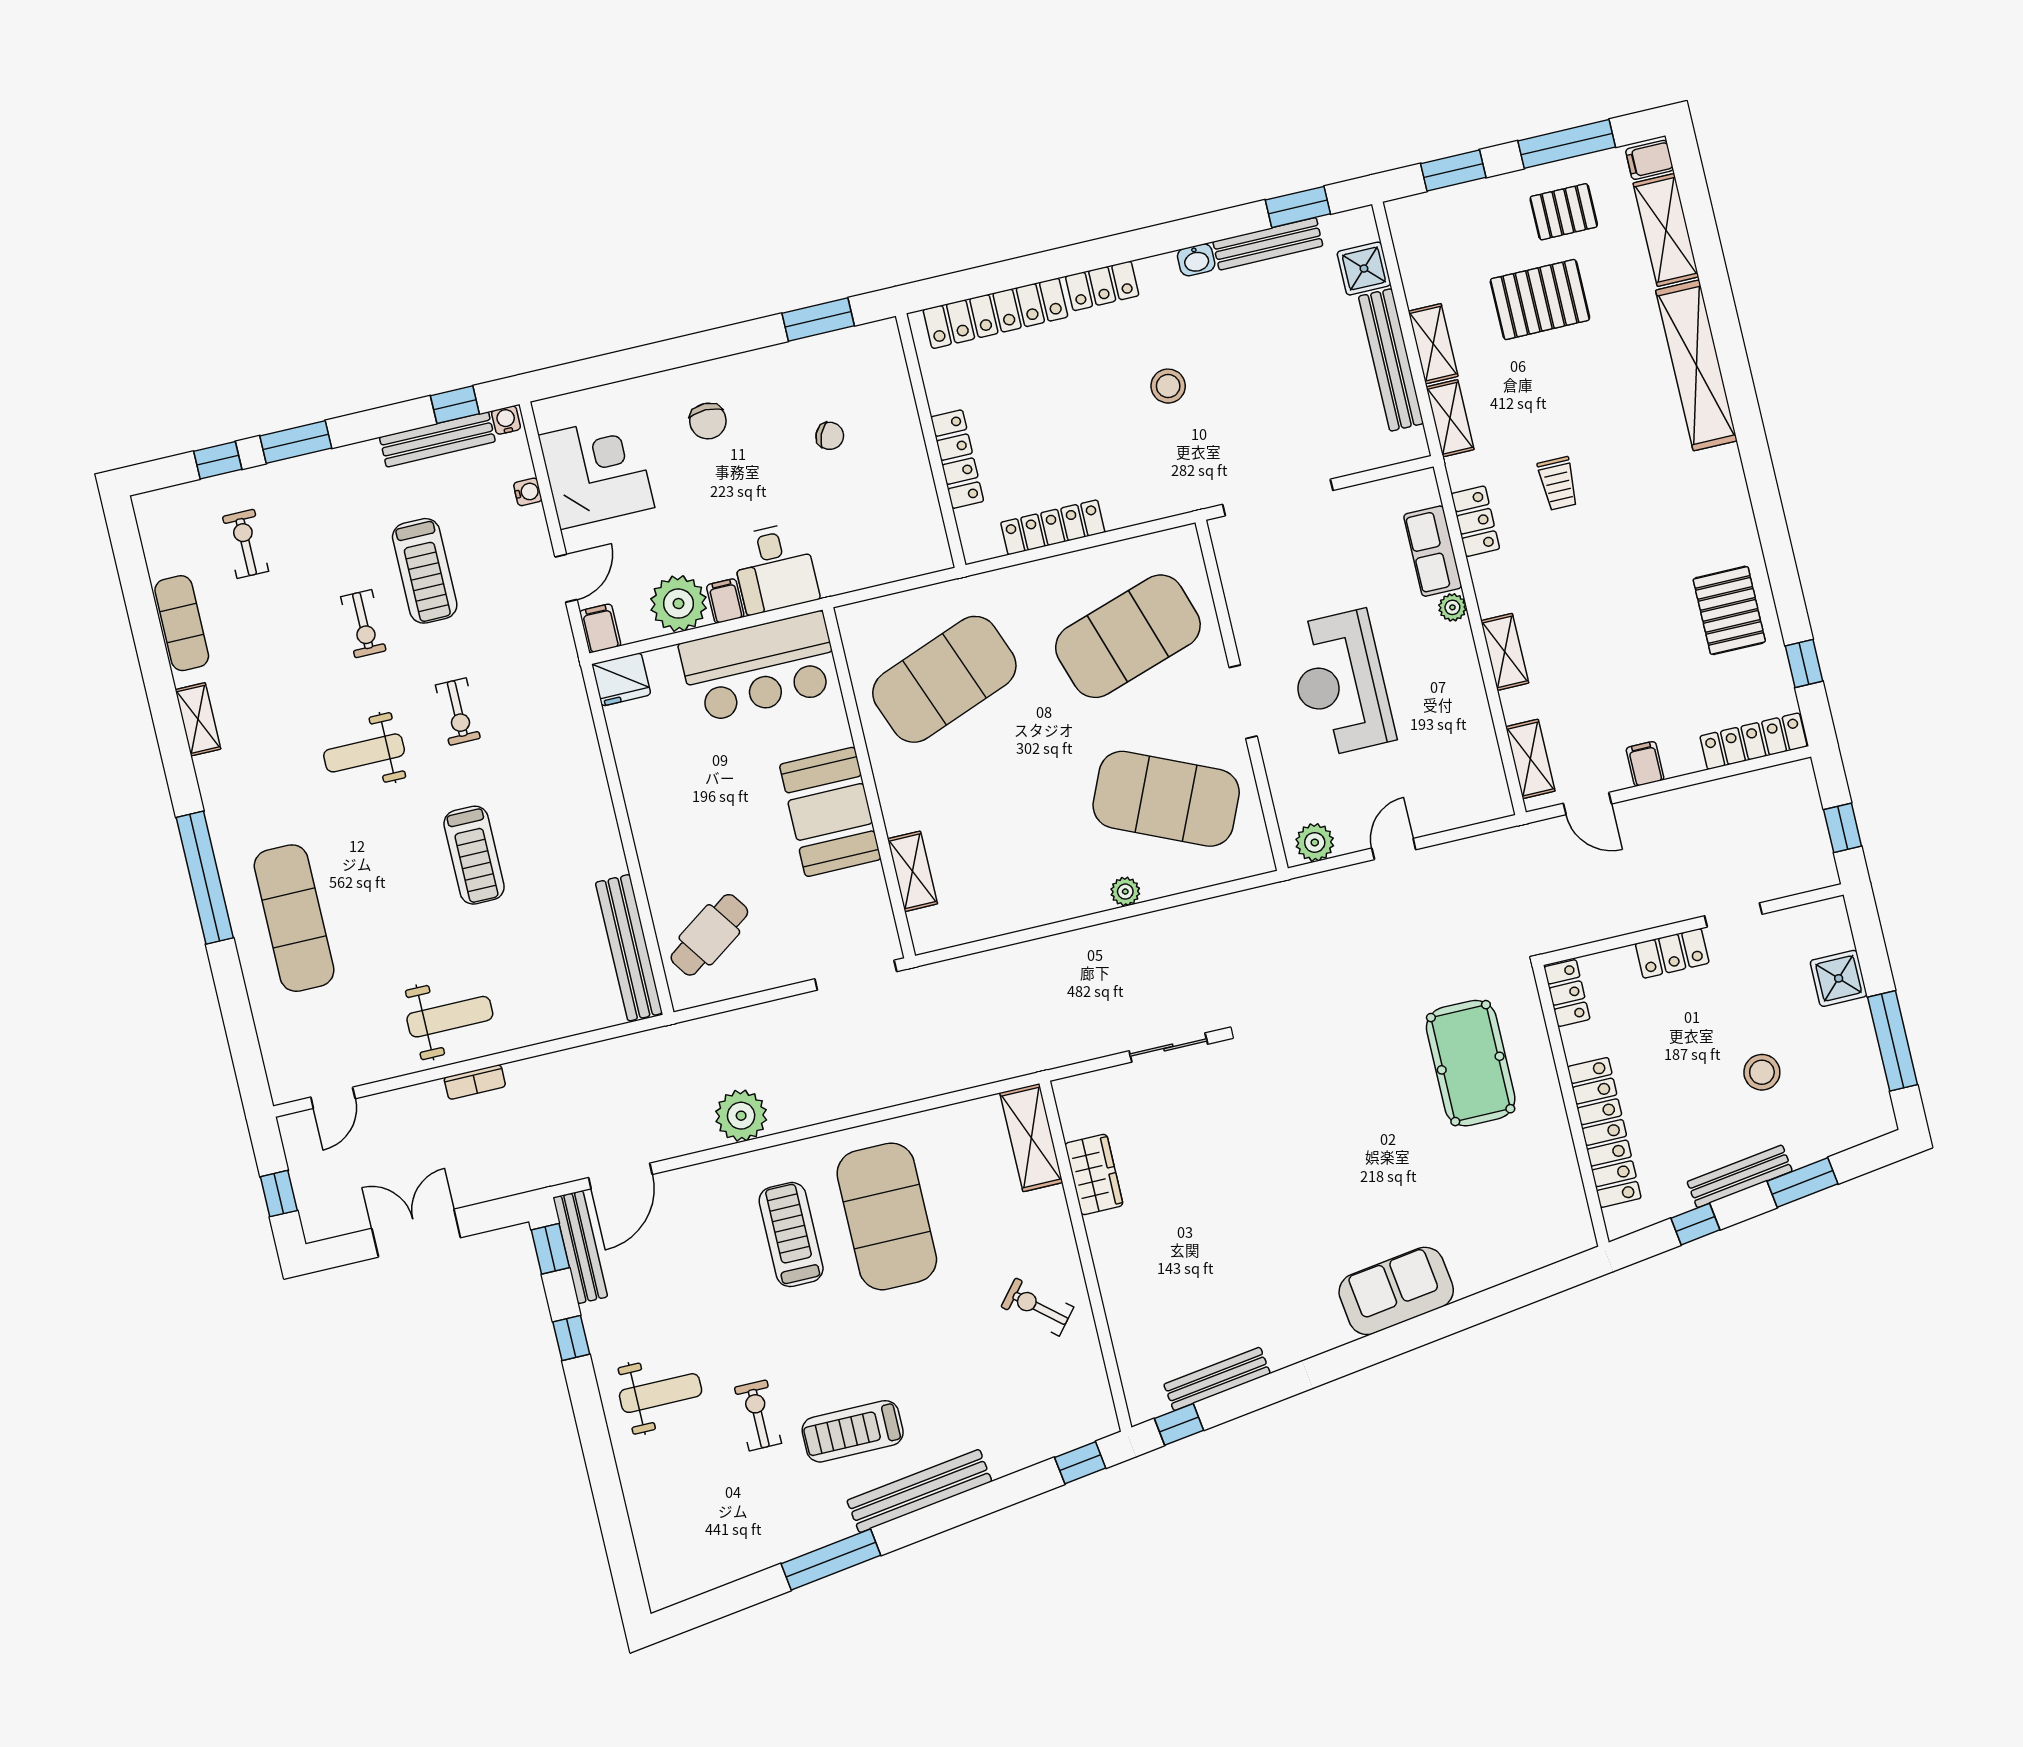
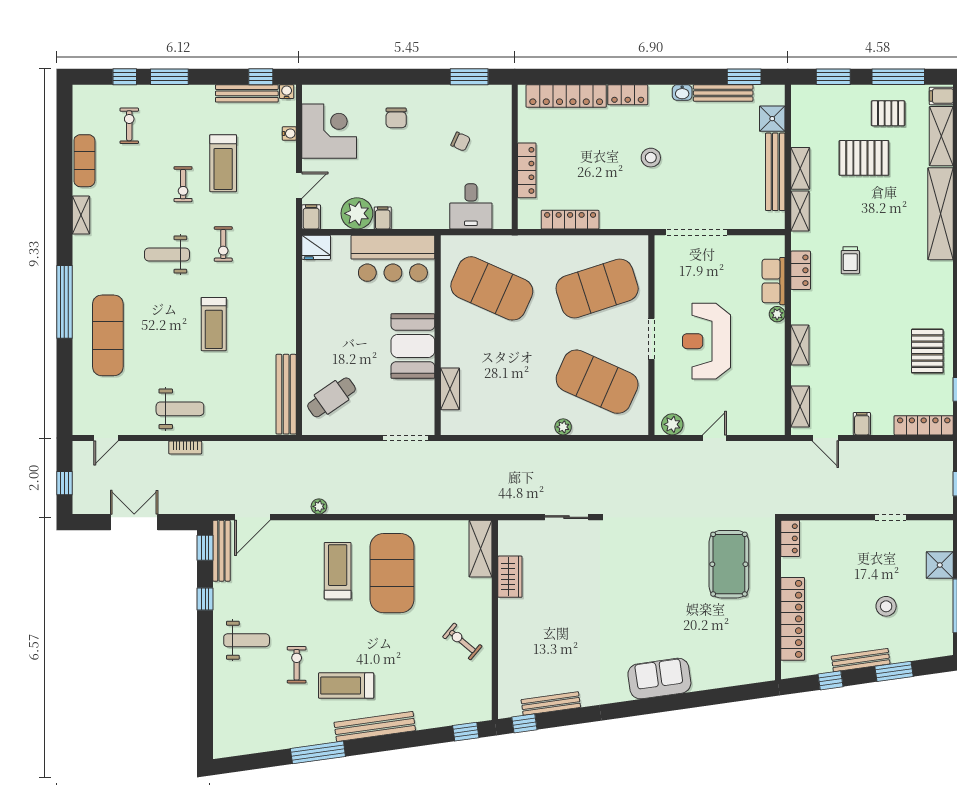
desk: (775, 568) -> (471, 206), moved
exercise mat: (944, 679) -> (492, 288), turned 45
locker: (1672, 953) -> (852, 530), removed
plant: (741, 1116) -> (319, 506), width x0.53, depth x0.53

